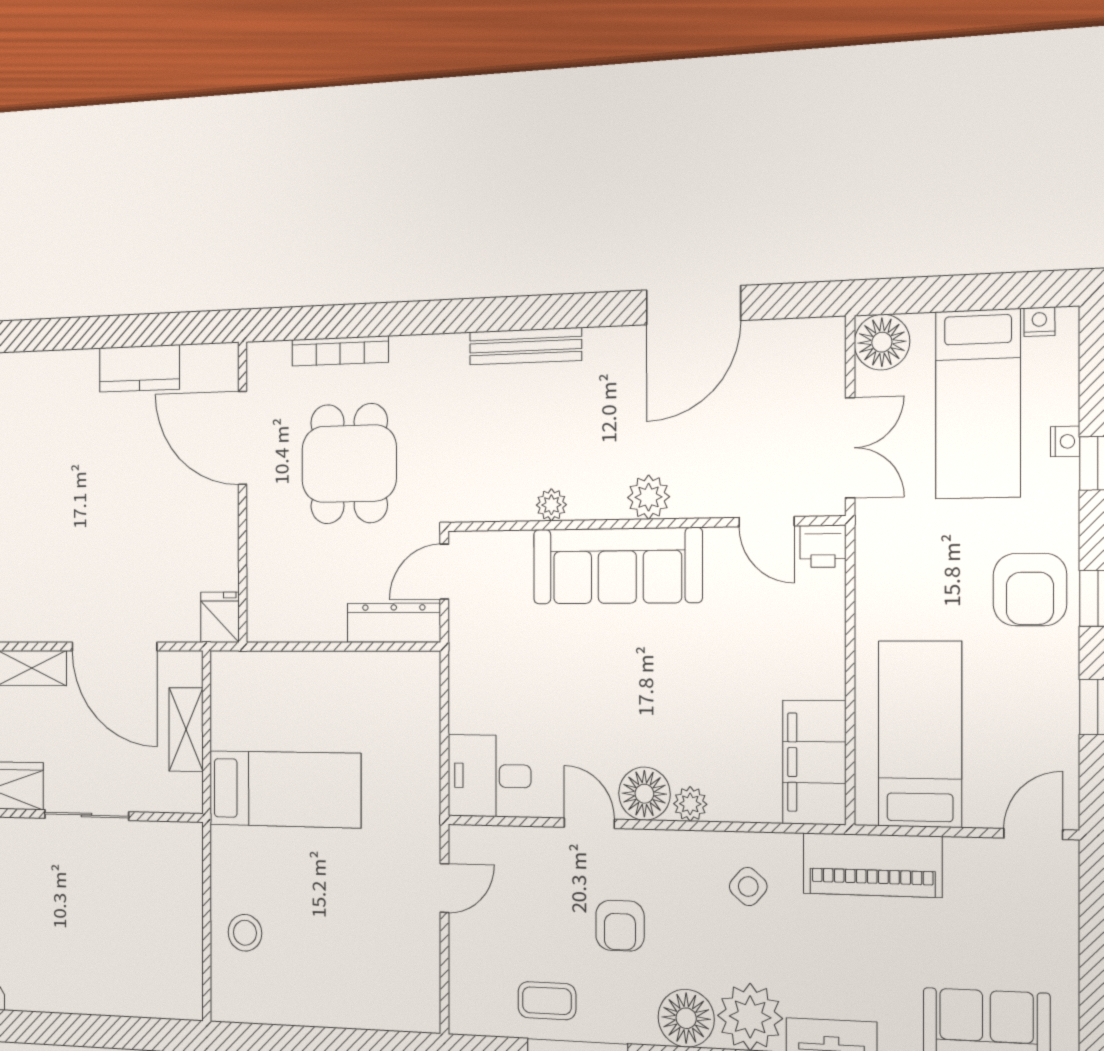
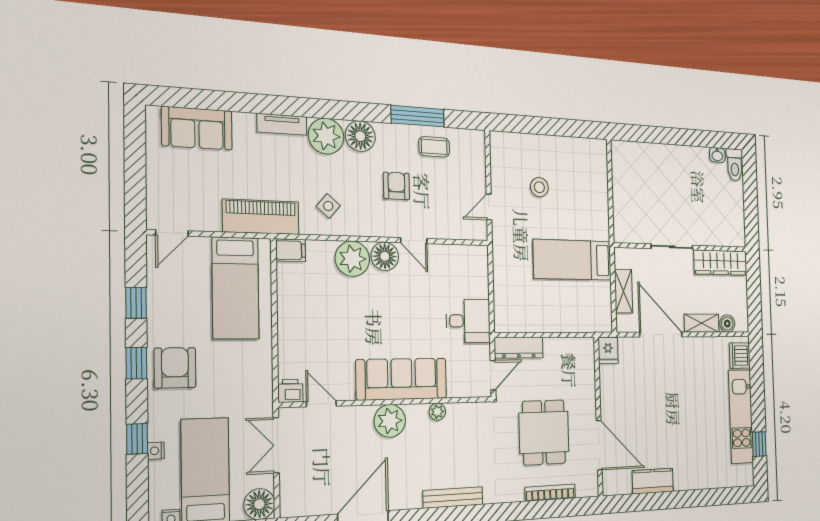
plant: (649, 497) -> (390, 421), width x1.36, depth x1.36
filing cabinet: (814, 762) -> (291, 250), width x0.33, depth x0.86
desk: (489, 776) -> (468, 321), moved
plant: (690, 804) -> (352, 259), width x1.88, depth x1.88
stool: (245, 933) -> (539, 187), moved

